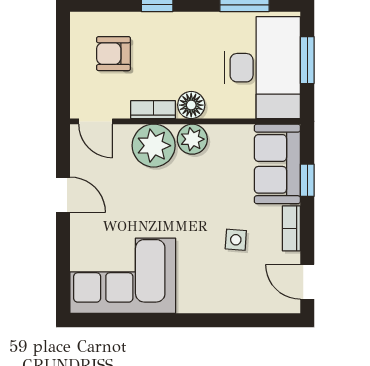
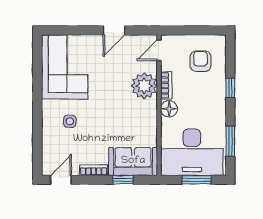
plant: (192, 139) -> (148, 109), removed
side table: (236, 240) -> (70, 121), moved

